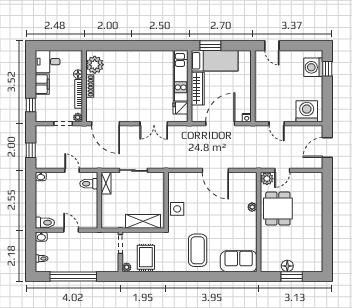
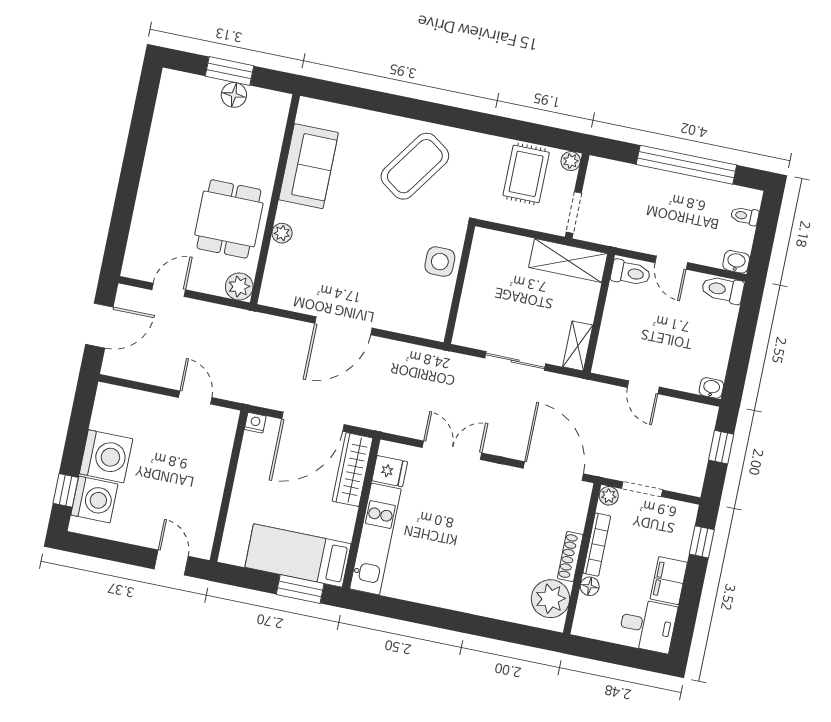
wardrobe: (198, 89) -> (352, 470), moved
washing machine: (307, 111) -> (106, 456), moved, turned -90
door: (215, 170) -> (343, 326), swing flipped
door: (282, 170) -> (169, 290), moved
toilet: (89, 184) -> (631, 273), moved
shelving: (143, 221) -> (568, 260), moved
coffee table: (198, 250) -> (415, 166), turned 35
sofa: (239, 261) -> (309, 166), moved, turned -90

